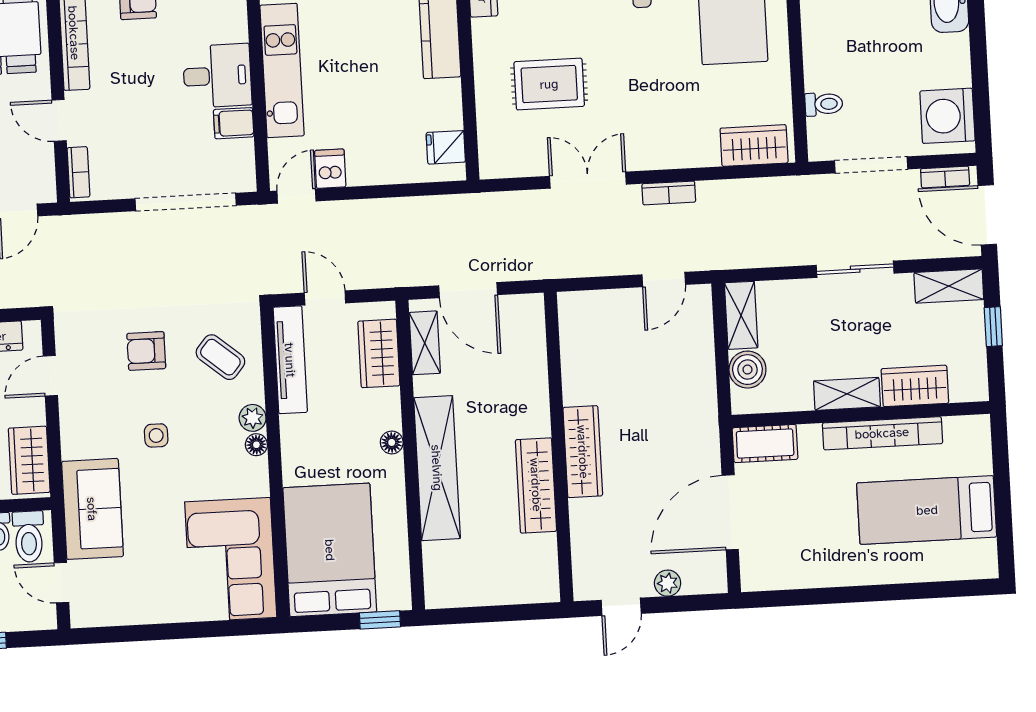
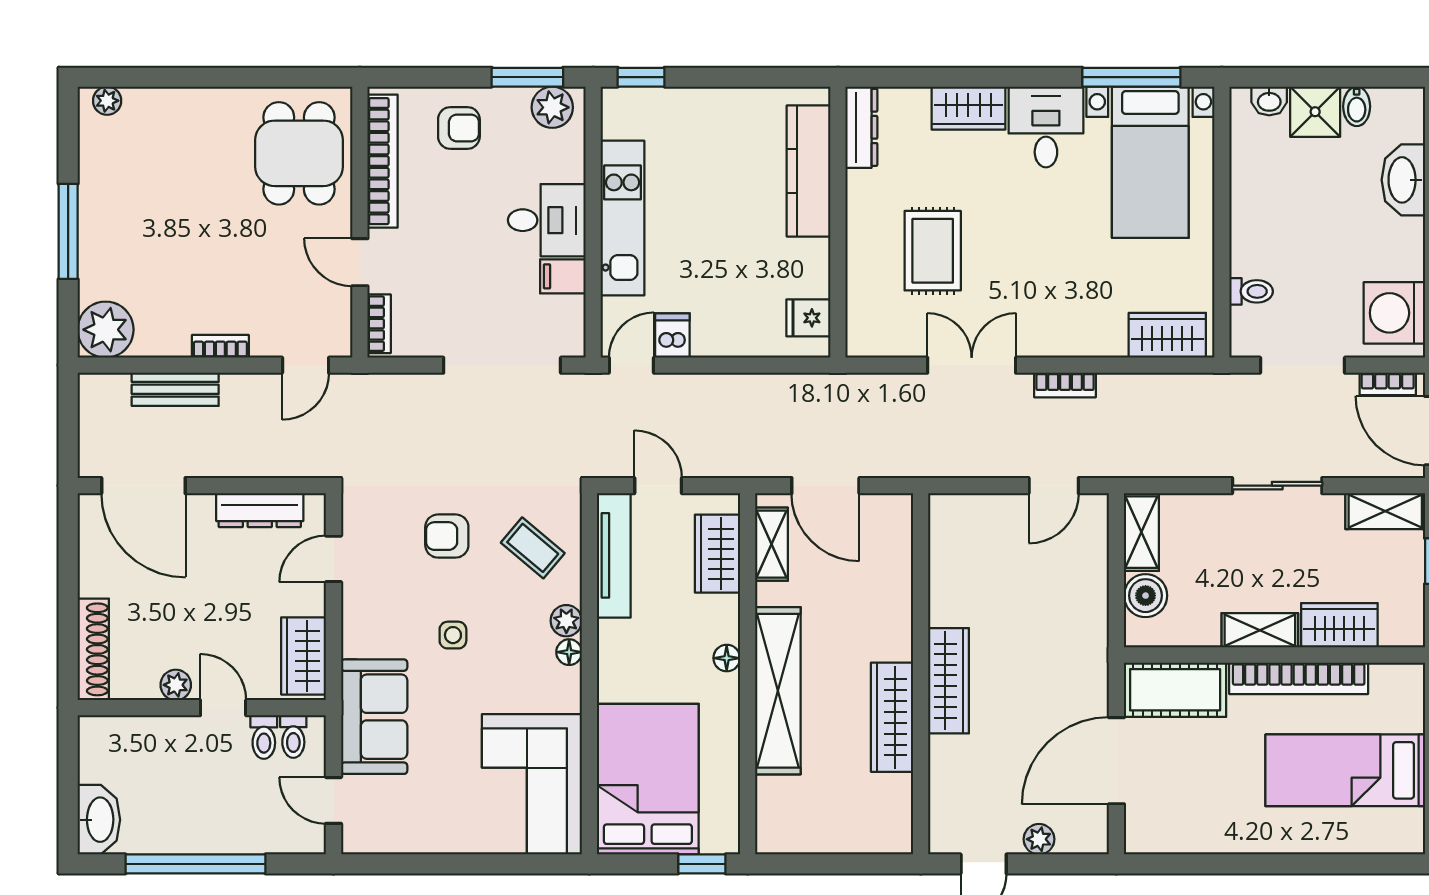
rug: (549, 84) -> (933, 251), turned 90
cot: (765, 444) -> (1175, 690), width x1.37, depth x1.34
toilet: (29, 537) -> (293, 737), width x0.73, depth x0.72

